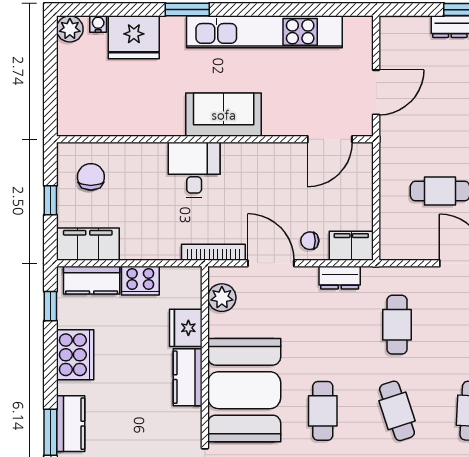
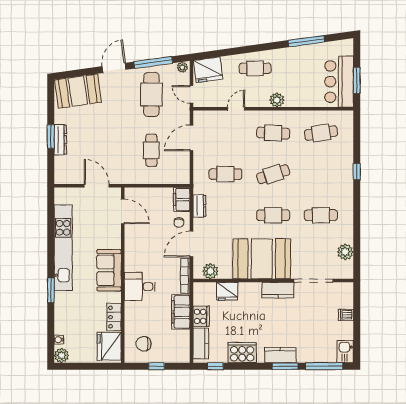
fridge: (134, 37) -> (109, 346), moved, turned 180
locker: (139, 124) -> (114, 317), added
filing cabinet: (88, 244) -> (181, 312), moved
kitchen counter: (188, 377) -> (278, 290), moved

